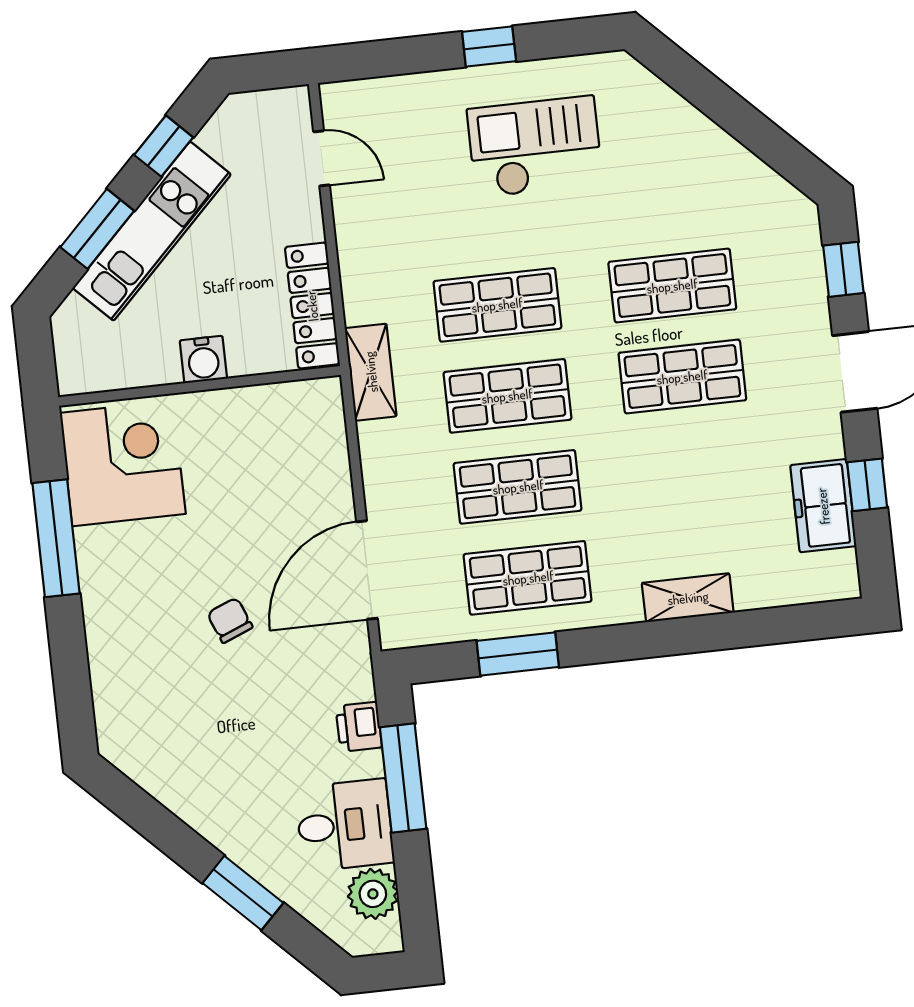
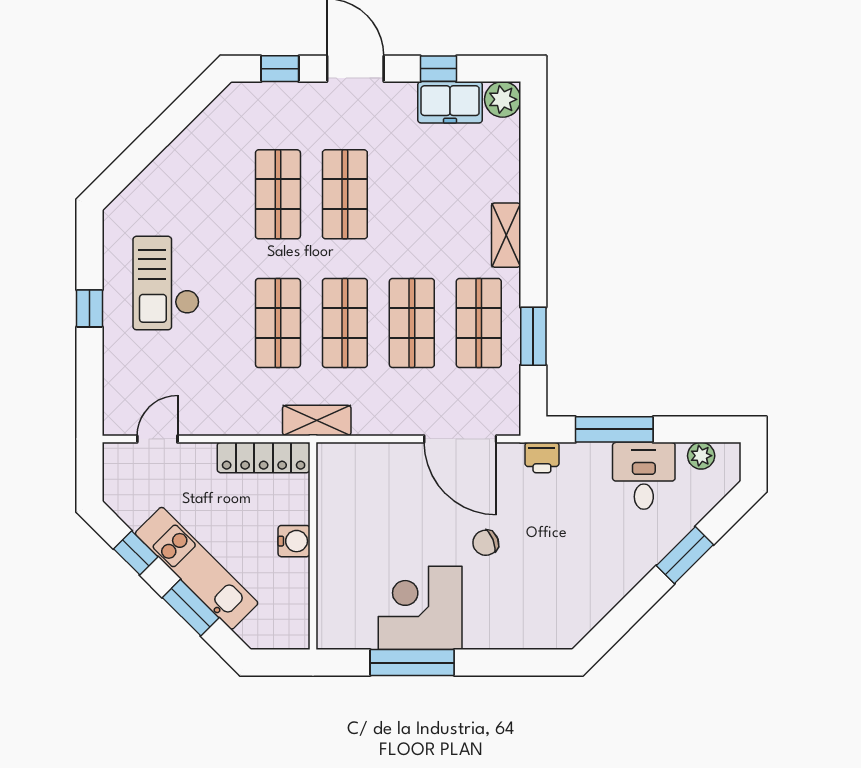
corner desk: (123, 463) -> (420, 608), moved
plant: (835, 577) -> (503, 99), added
shelving: (688, 598) -> (506, 235), moved
printer: (359, 727) -> (542, 458), moved
plant: (373, 894) -> (701, 456), width x0.73, depth x0.73

